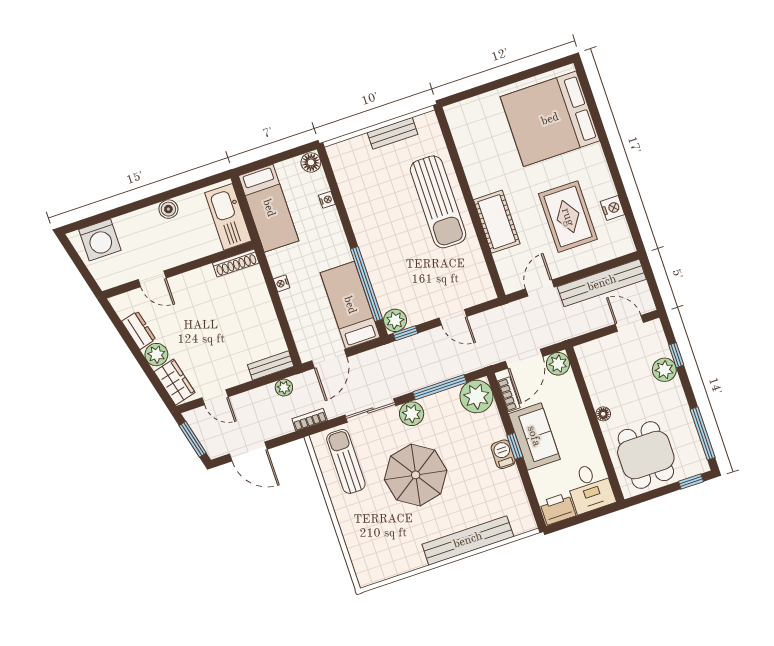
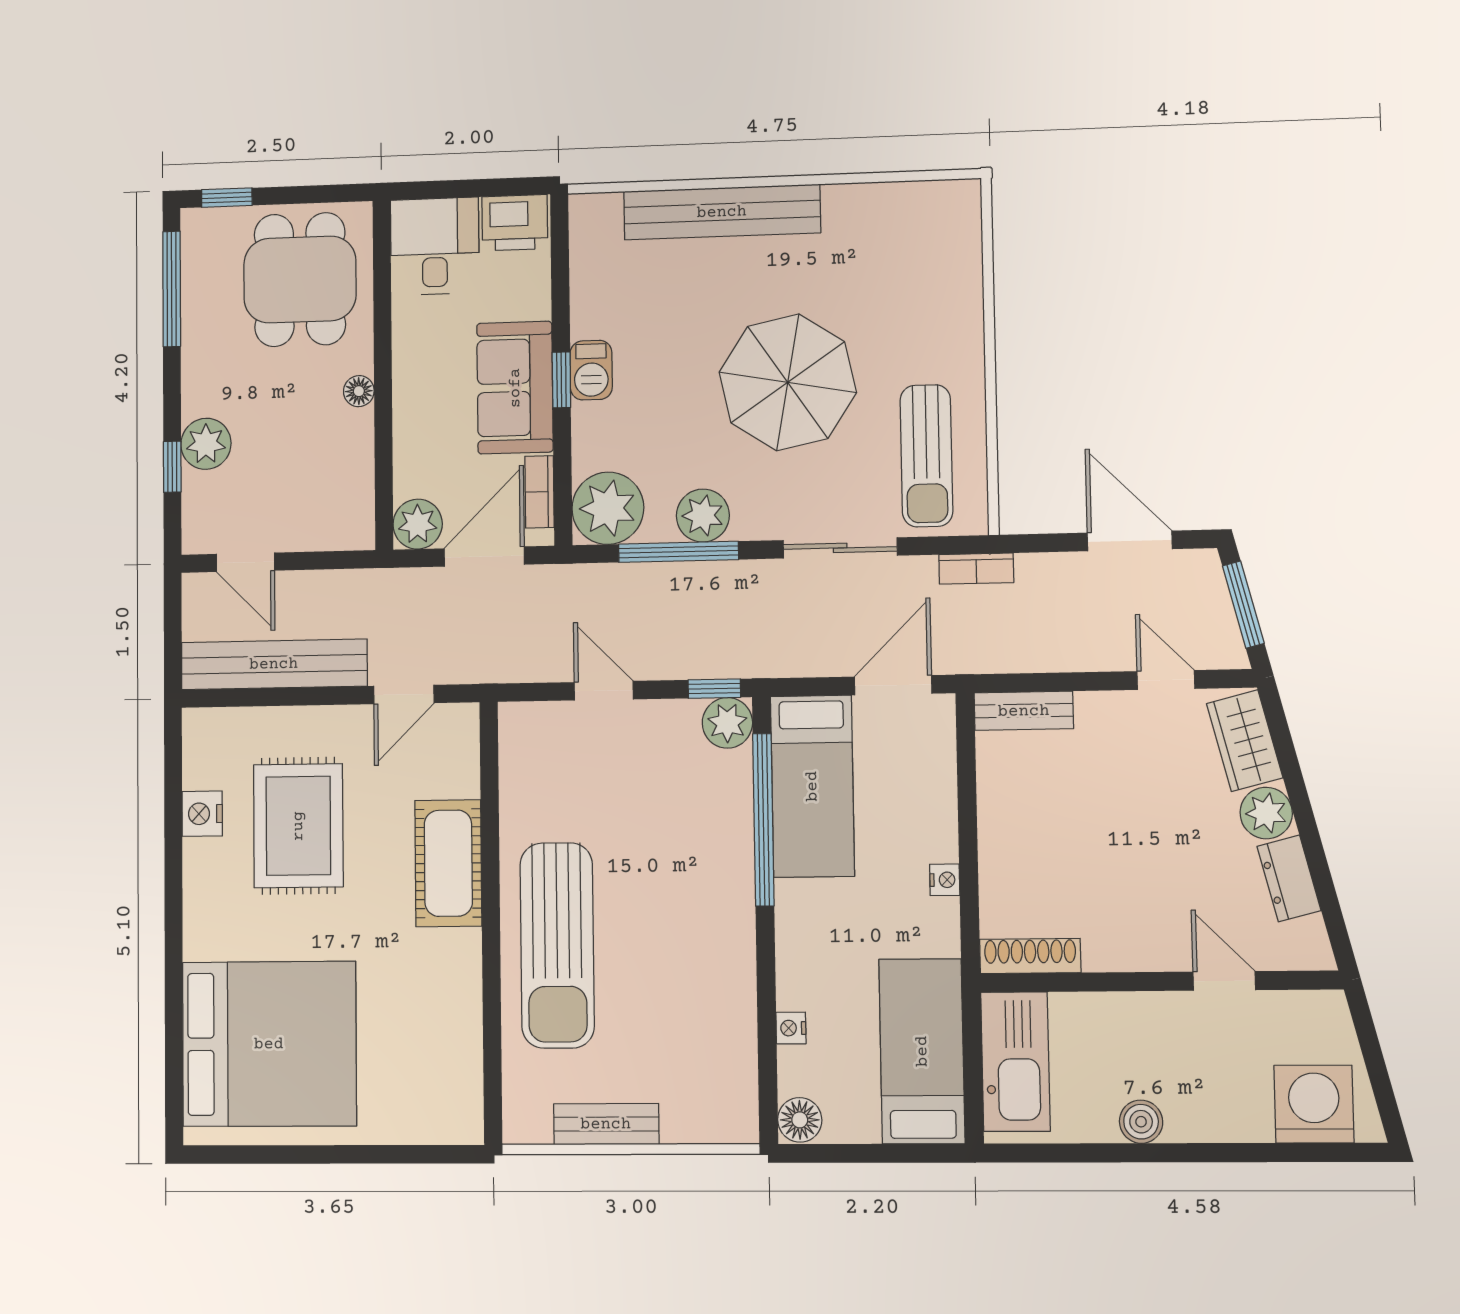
sun lounger: (438, 202) -> (557, 945), turned 180
plant: (284, 388) -> (1010, 654), removed
plant: (412, 414) -> (703, 516), moved

